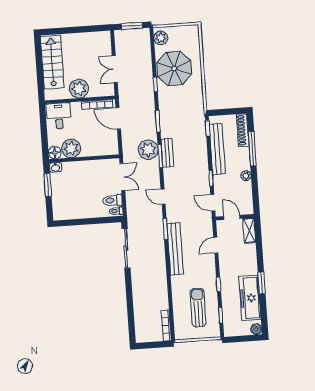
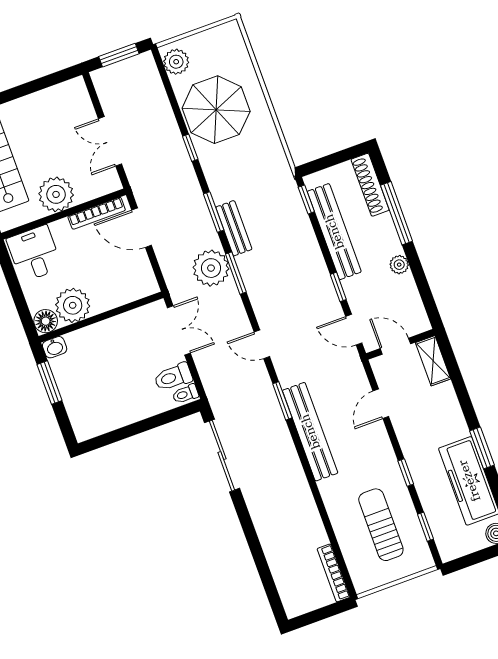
bench: (167, 153) -> (234, 228), moved

